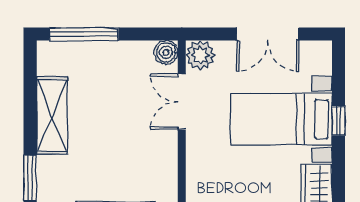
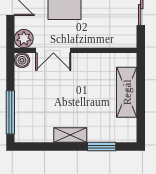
shelving: (52, 115) -> (70, 135), width x0.67, depth x0.75

